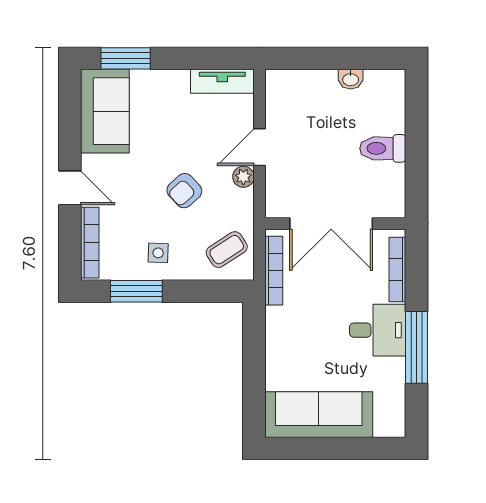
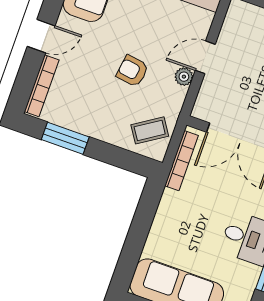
door: (70, 188) -> (41, 36), hinge flipped
armchair: (184, 191) -> (132, 71), turned 50
side table: (158, 253) -> (94, 114), removed

